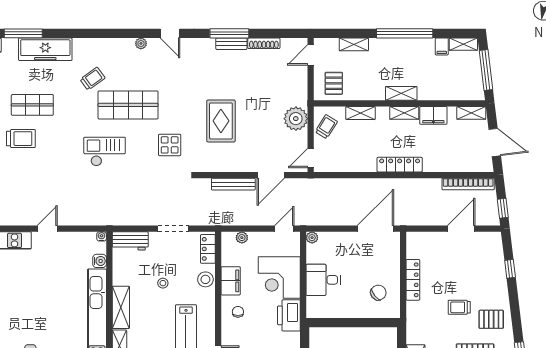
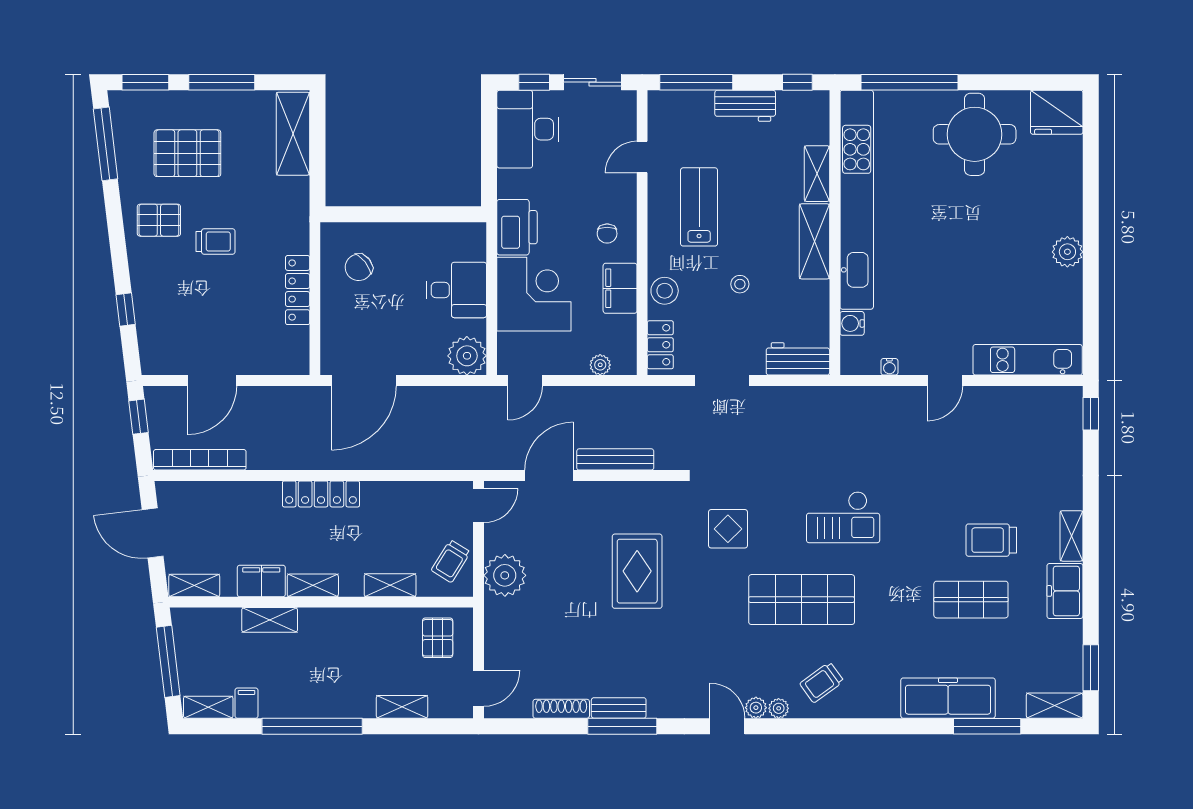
plant: (154, 44) -> (756, 708), added
trolley: (92, 79) -> (822, 682), moved
shelving: (401, 93) -> (270, 620), moved
water cooler: (102, 236) -> (889, 367), moved
plant: (312, 238) -> (467, 356), width x1.88, depth x1.88

